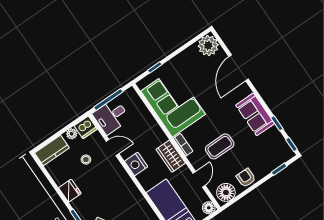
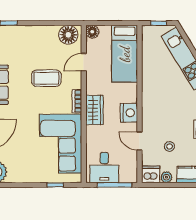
desk: (111, 116) -> (104, 167), moved, turned 90
wardrobe: (171, 156) -> (94, 110), moved
armchair: (246, 178) -> (42, 35), removed

